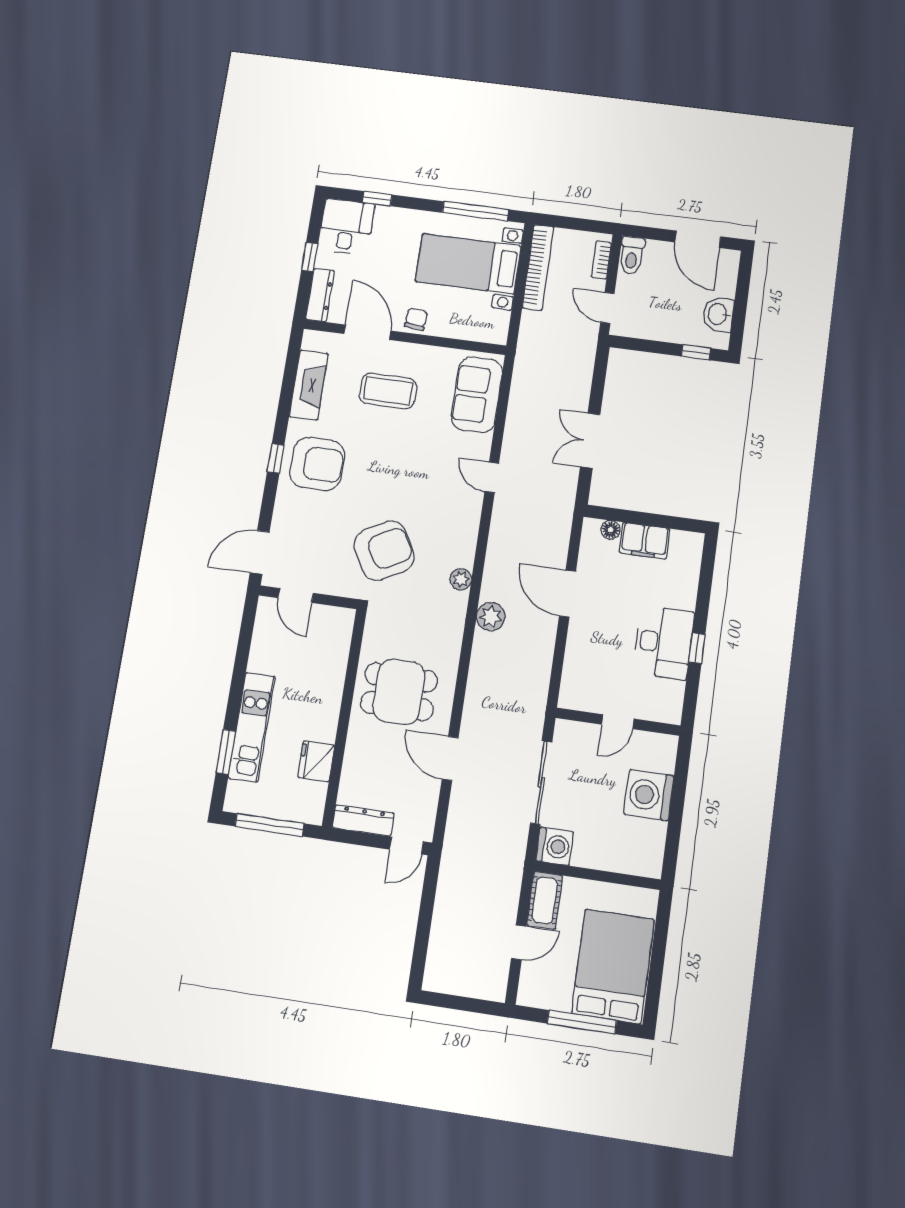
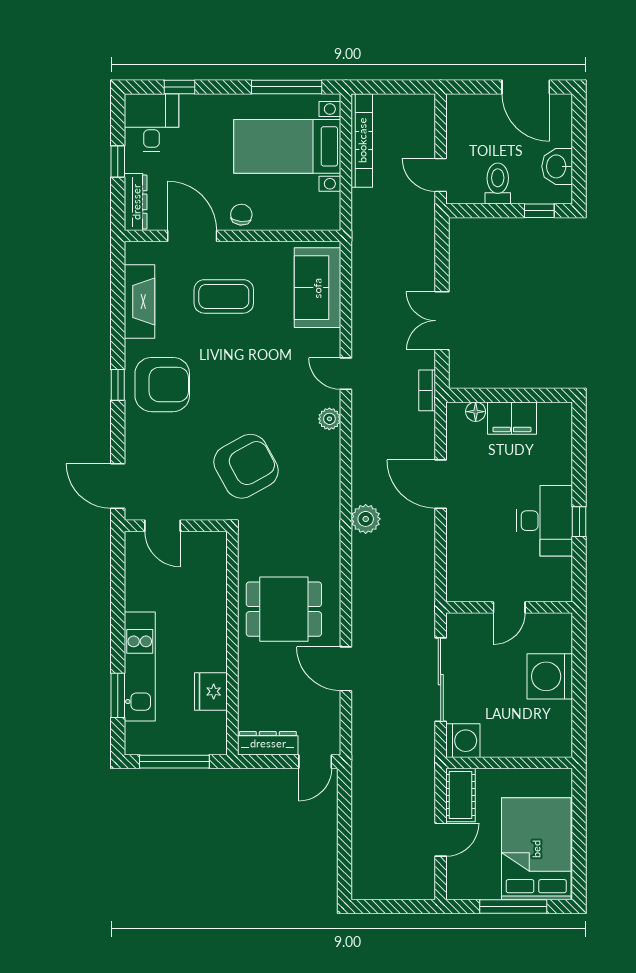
toilet: (632, 255) -> (498, 184), moved, turned 180
bookcase: (601, 260) -> (427, 390), moved
door: (260, 552) -> (118, 486), hinge flipped
plant: (461, 579) -> (329, 419), moved

